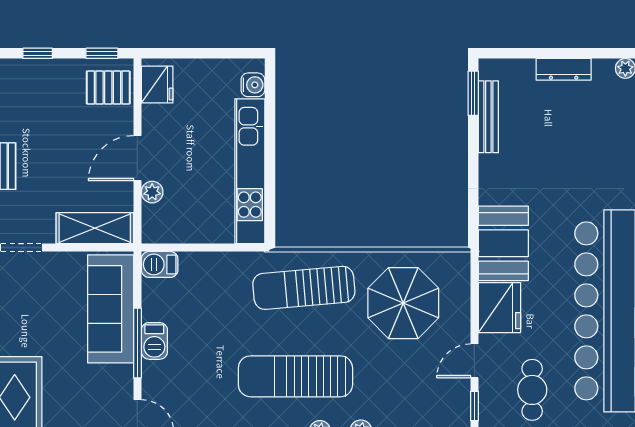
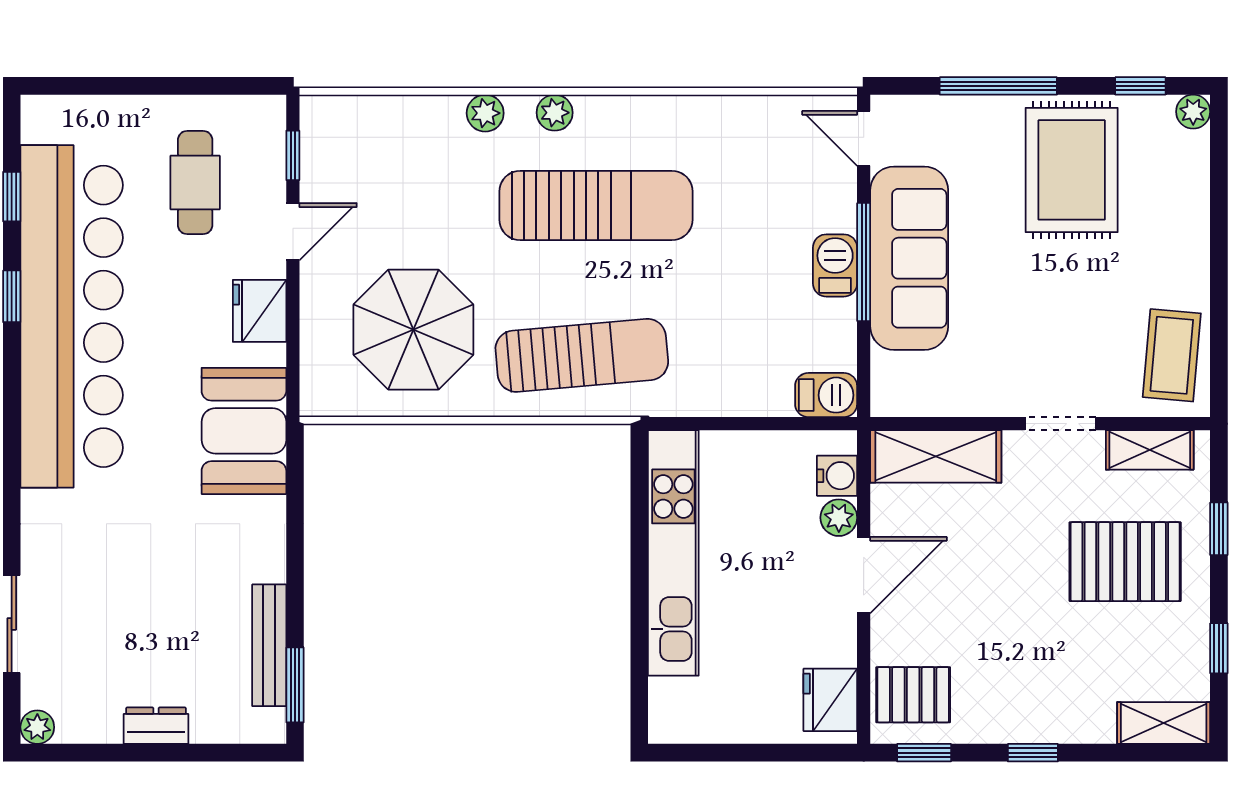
dresser: (564, 69) -> (156, 726), width x0.70
water cooler: (253, 85) -> (837, 476), moved, turned 180
fridge: (499, 308) -> (260, 311), width x0.73, depth x0.75
sofa: (111, 309) -> (909, 258), moved

